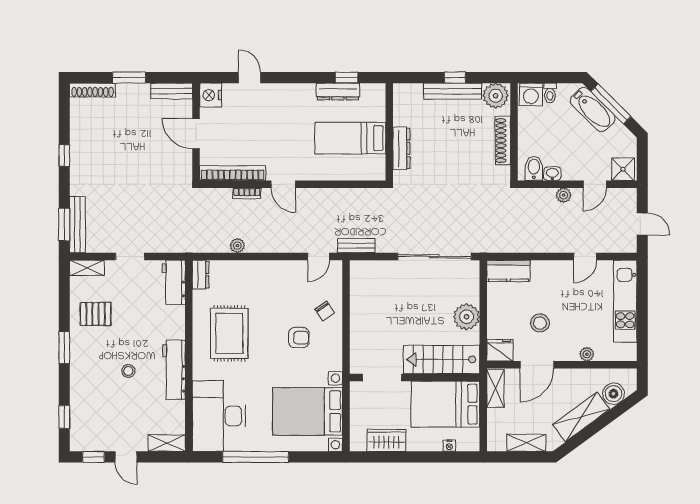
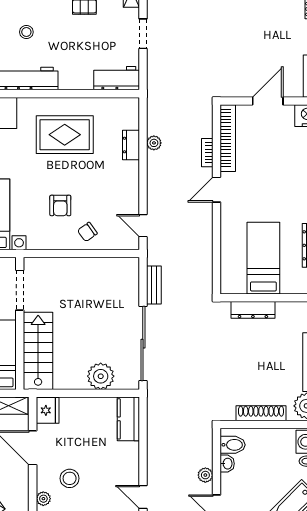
bench: (356, 246) -> (154, 285), moved
dresser: (201, 275) -> (131, 145), moved, turned 90
plant: (467, 317) -> (101, 376), moved
stool: (540, 323) -> (70, 478), moved

